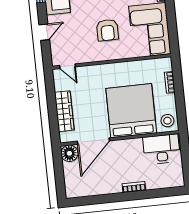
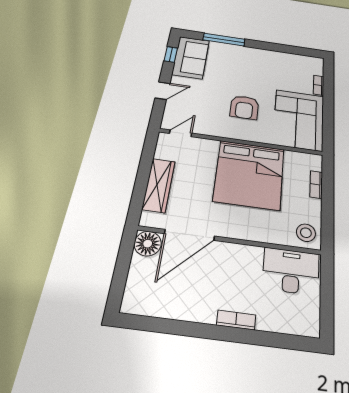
door: (67, 66) -> (181, 133), swing flipped
bed: (131, 111) -> (249, 174), moved, turned 180

